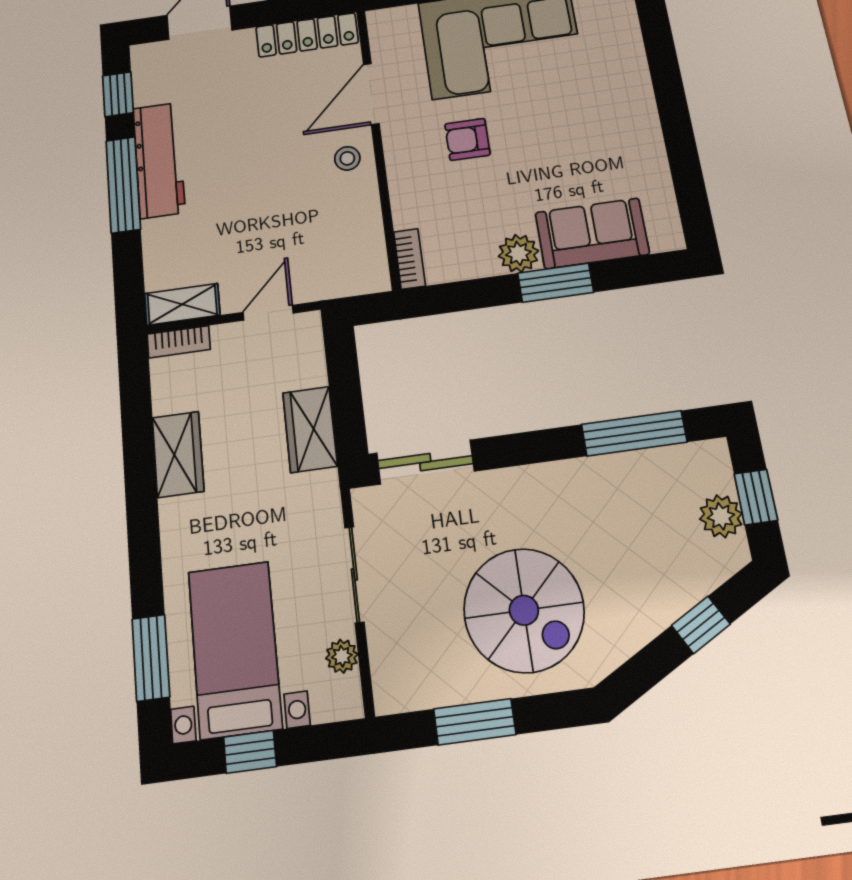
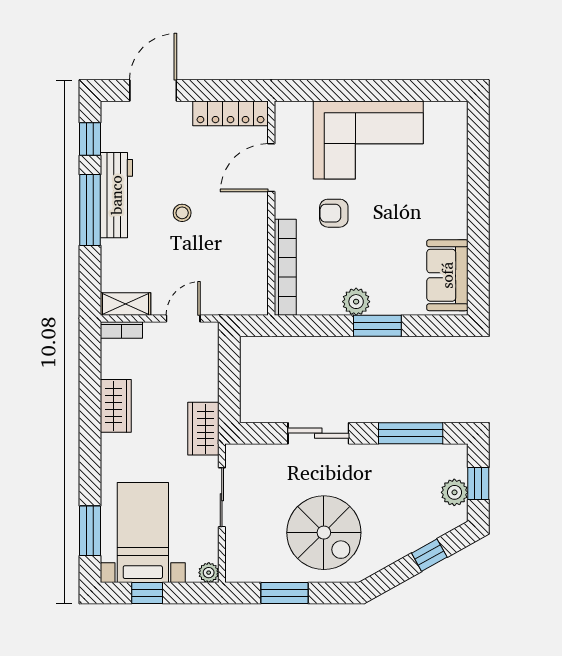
stool: (347, 158) -> (182, 213), moved
sofa: (592, 233) -> (447, 275), moved, turned -90
bookcase: (410, 259) -> (285, 267), width x2.31, depth x1.31
wardrobe: (310, 429) -> (203, 429), moved
sliding door: (425, 462) -> (318, 433), moved
plant: (342, 656) -> (209, 573), moved

